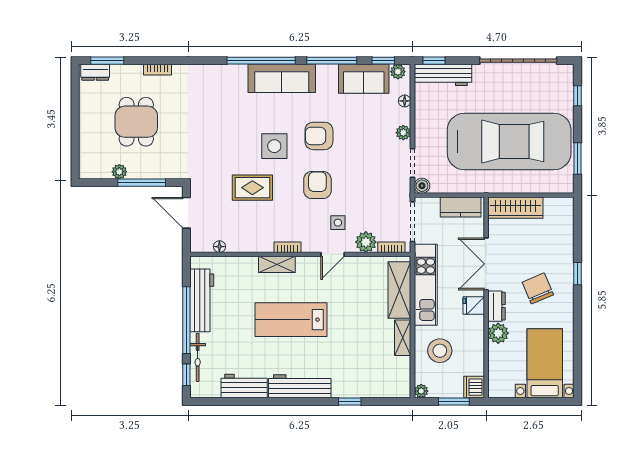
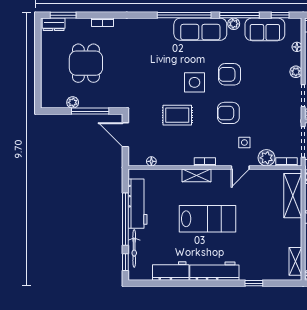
plant: (398, 72) -> (234, 24), moved
armchair: (317, 185) -> (228, 113), turned -90
lab bench: (291, 320) -> (208, 219), turned 180
shelving: (403, 338) -> (295, 261), moved

